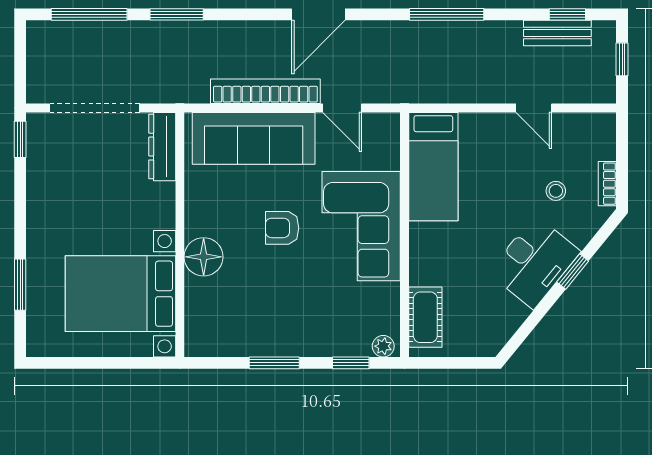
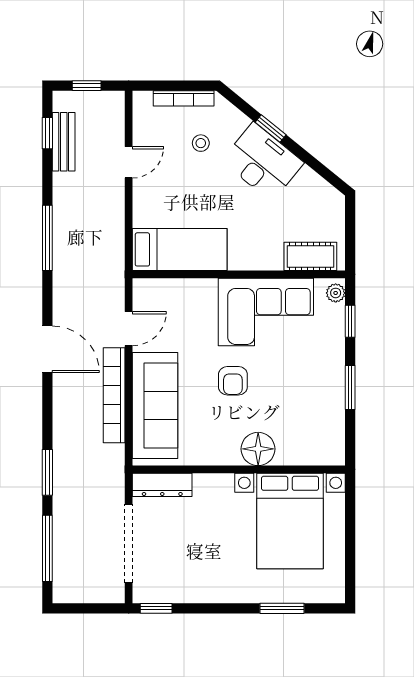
bookcase: (607, 184) -> (184, 98), width x1.56
corner sofa: (361, 226) -> (266, 312), moved

